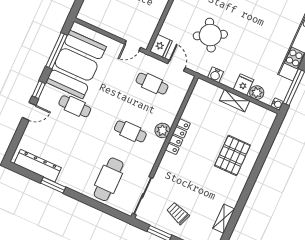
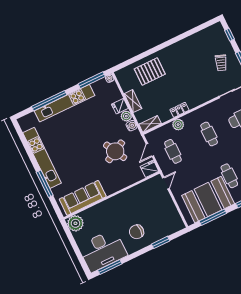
door: (133, 46) -> (166, 183), hinge flipped
plant: (257, 93) -> (126, 116), moved
plant: (162, 130) -> (178, 125), moved
locker: (178, 137) -> (179, 110), width x0.66
pallet: (232, 155) -> (150, 72), moved
shelving: (224, 219) -> (150, 124), moved

